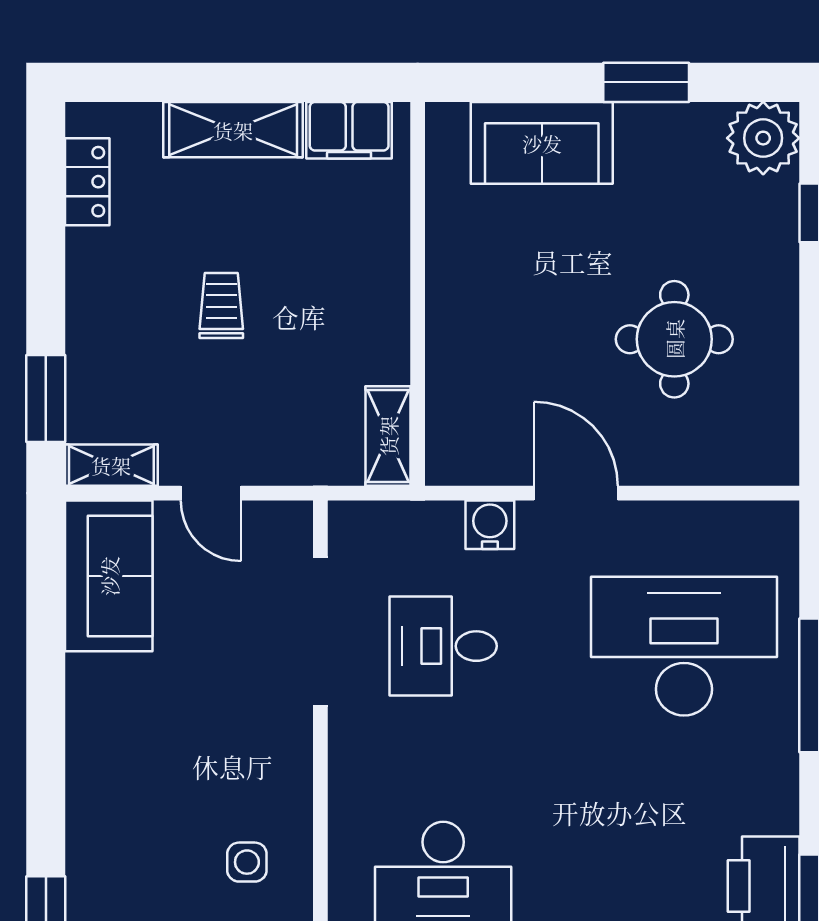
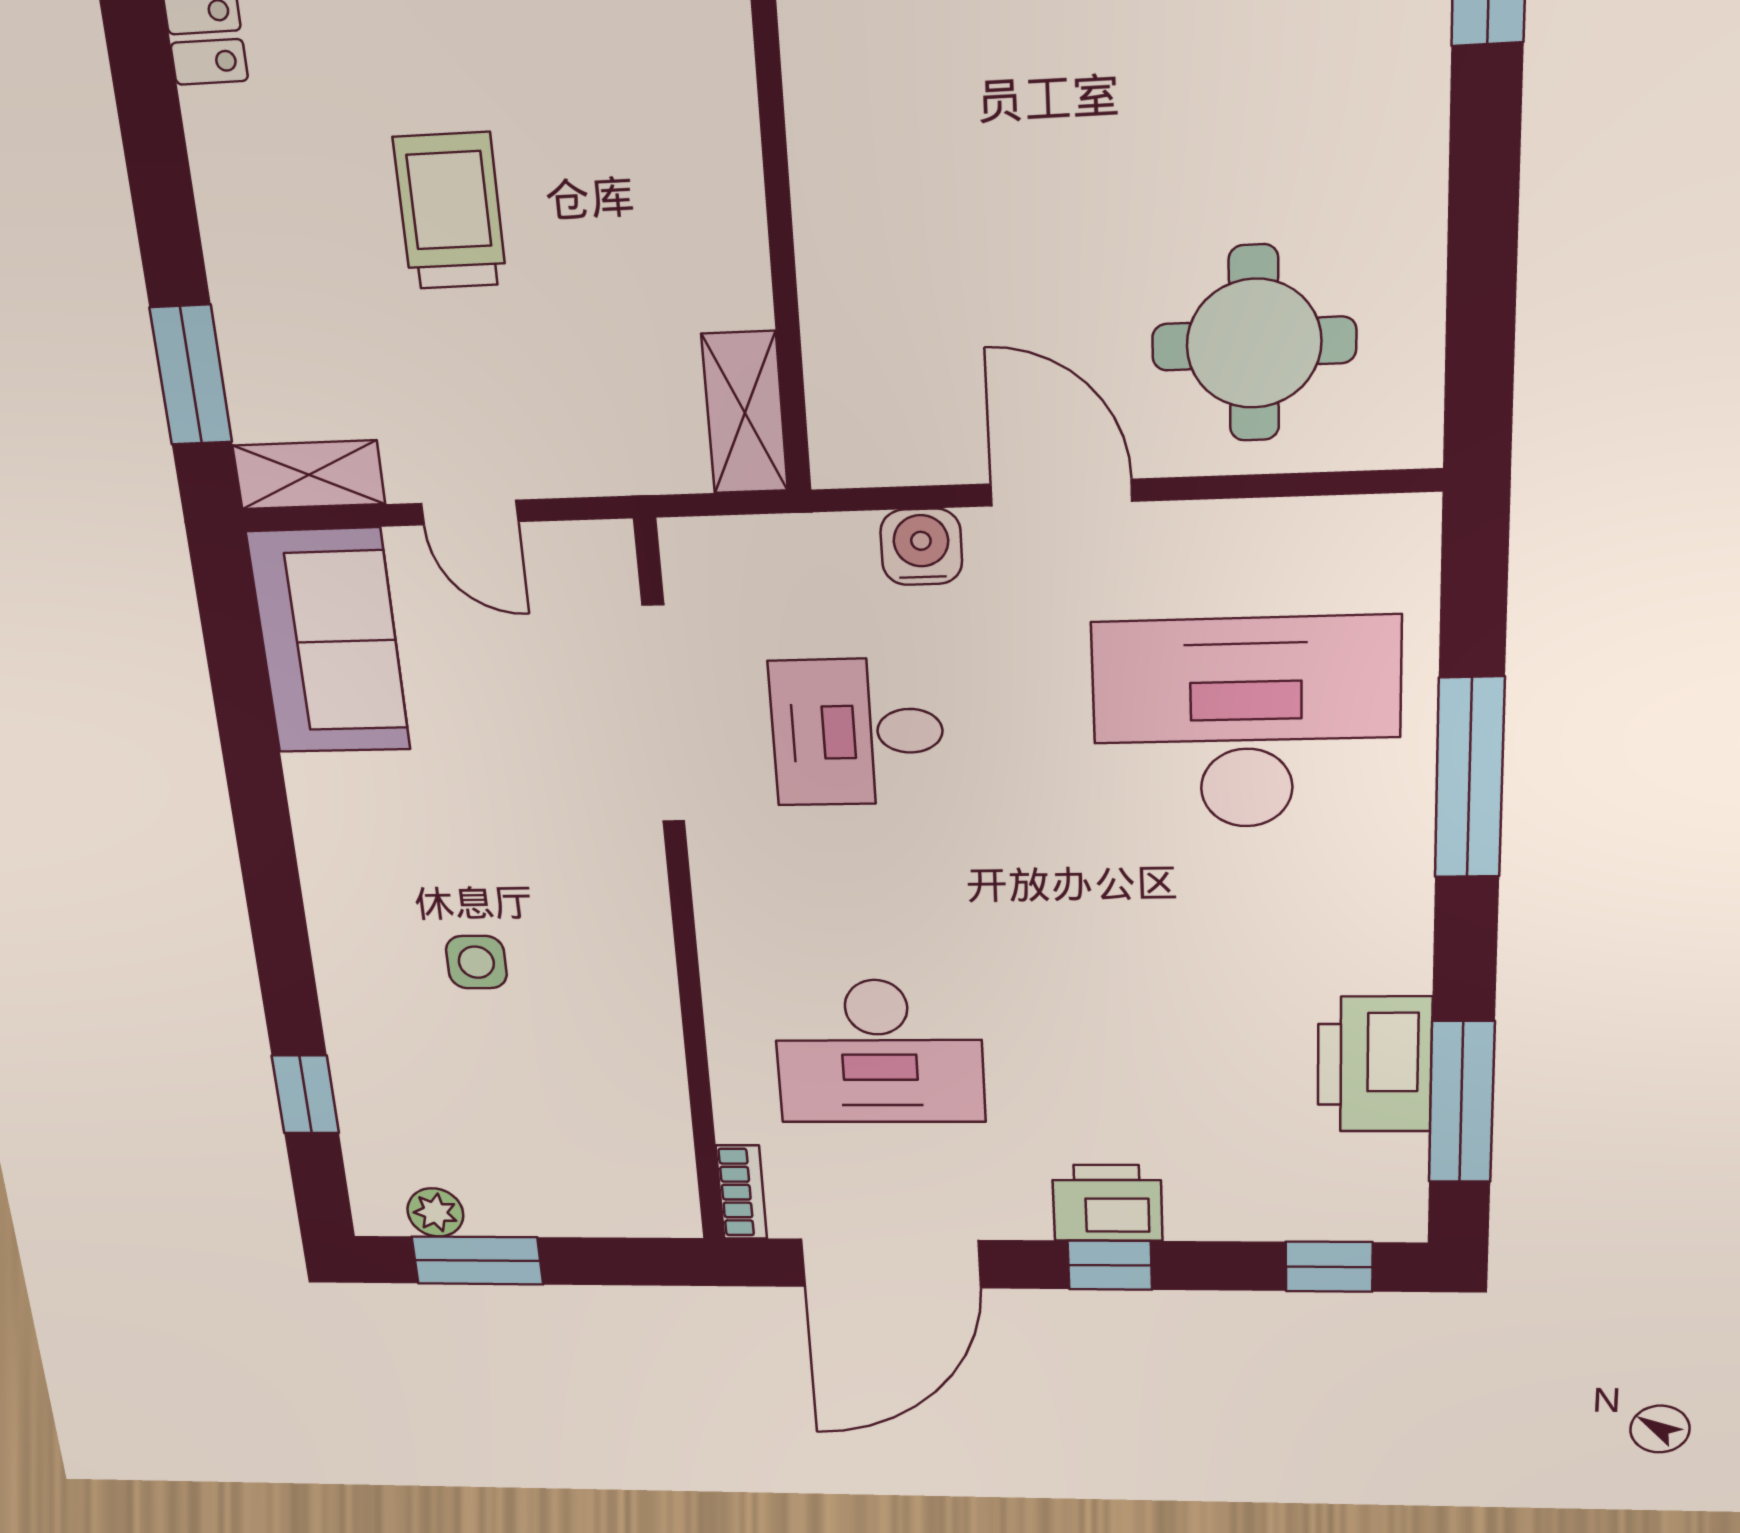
trolley: (221, 306) -> (450, 211), width x1.36, depth x1.39
round table: (674, 339) -> (1254, 344), moved
side table: (247, 862) -> (476, 962), moved

